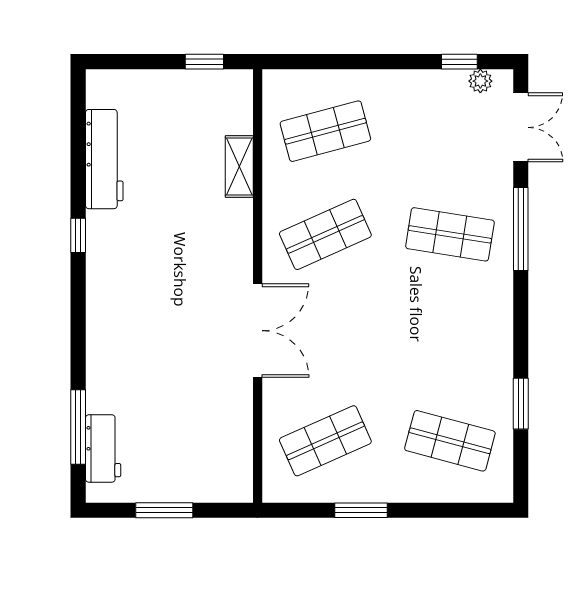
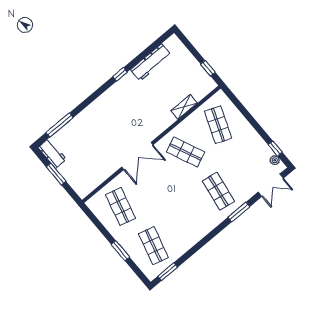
shop shelf: (325, 131) -> (218, 125), turned 36
window: (521, 229) -> (239, 212), width x0.69
window: (521, 404) -> (168, 272), moved
shop shelf: (325, 441) -> (121, 206), turned 39
workbench: (103, 448) -> (52, 153), moved, turned -90
window: (361, 510) -> (120, 251), moved

